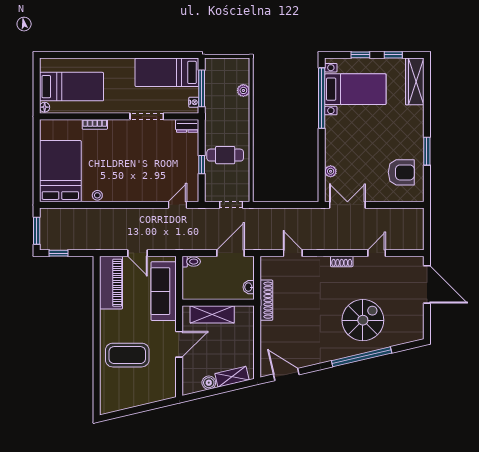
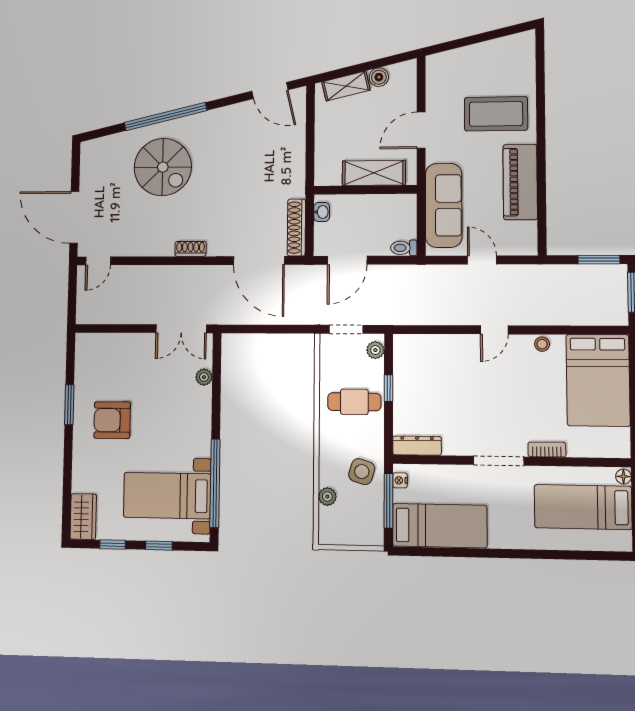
wardrobe: (415, 81) -> (83, 517), width x0.67
side table: (220, 108) -> (362, 472), added
doorway: (147, 116) -> (499, 461), moved
dresser: (187, 126) -> (417, 446), width x1.44
armchair: (401, 172) -> (112, 420), moved
plant: (211, 191) -> (375, 350), added
door: (177, 205) -> (494, 330), moved
window: (58, 253) -> (599, 260), width x1.50
door: (293, 253) -> (259, 261), width x1.88
door: (377, 253) -> (98, 261), moved
piano: (111, 283) -> (520, 182), moved
shoe rack: (266, 300) -> (296, 228), moved
spiral stairs: (363, 320) -> (163, 167), turned -90

